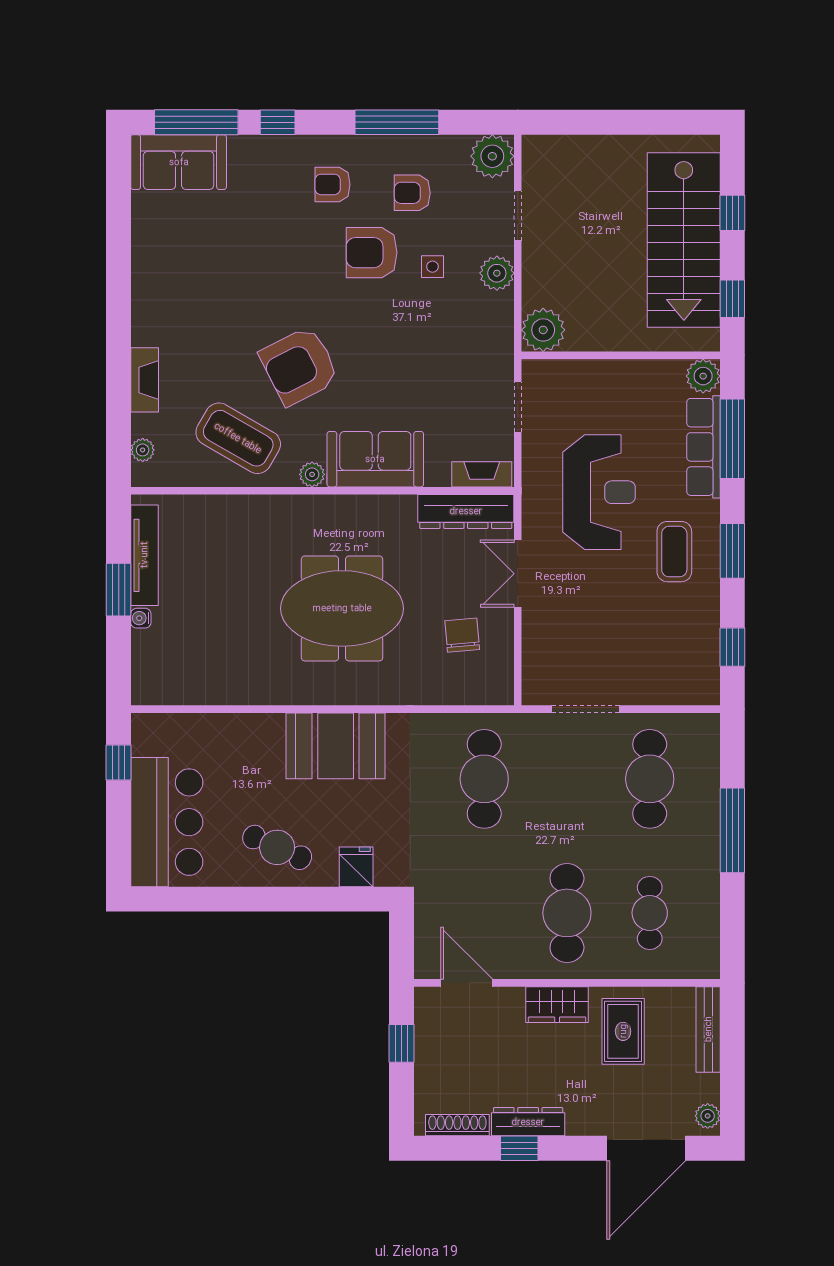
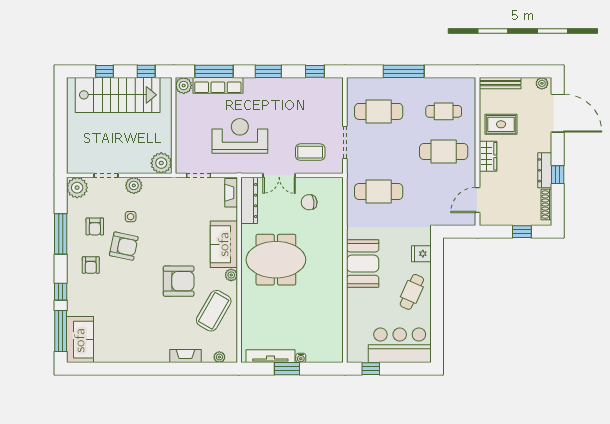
armchair: (372, 253) -> (124, 246), turned -78
armchair: (299, 366) -> (179, 281), turned -63
coffee table: (674, 552) -> (310, 152), moved
meeting table: (342, 608) -> (276, 260), moved, turned 90
window: (401, 1043) -> (522, 232), moved

